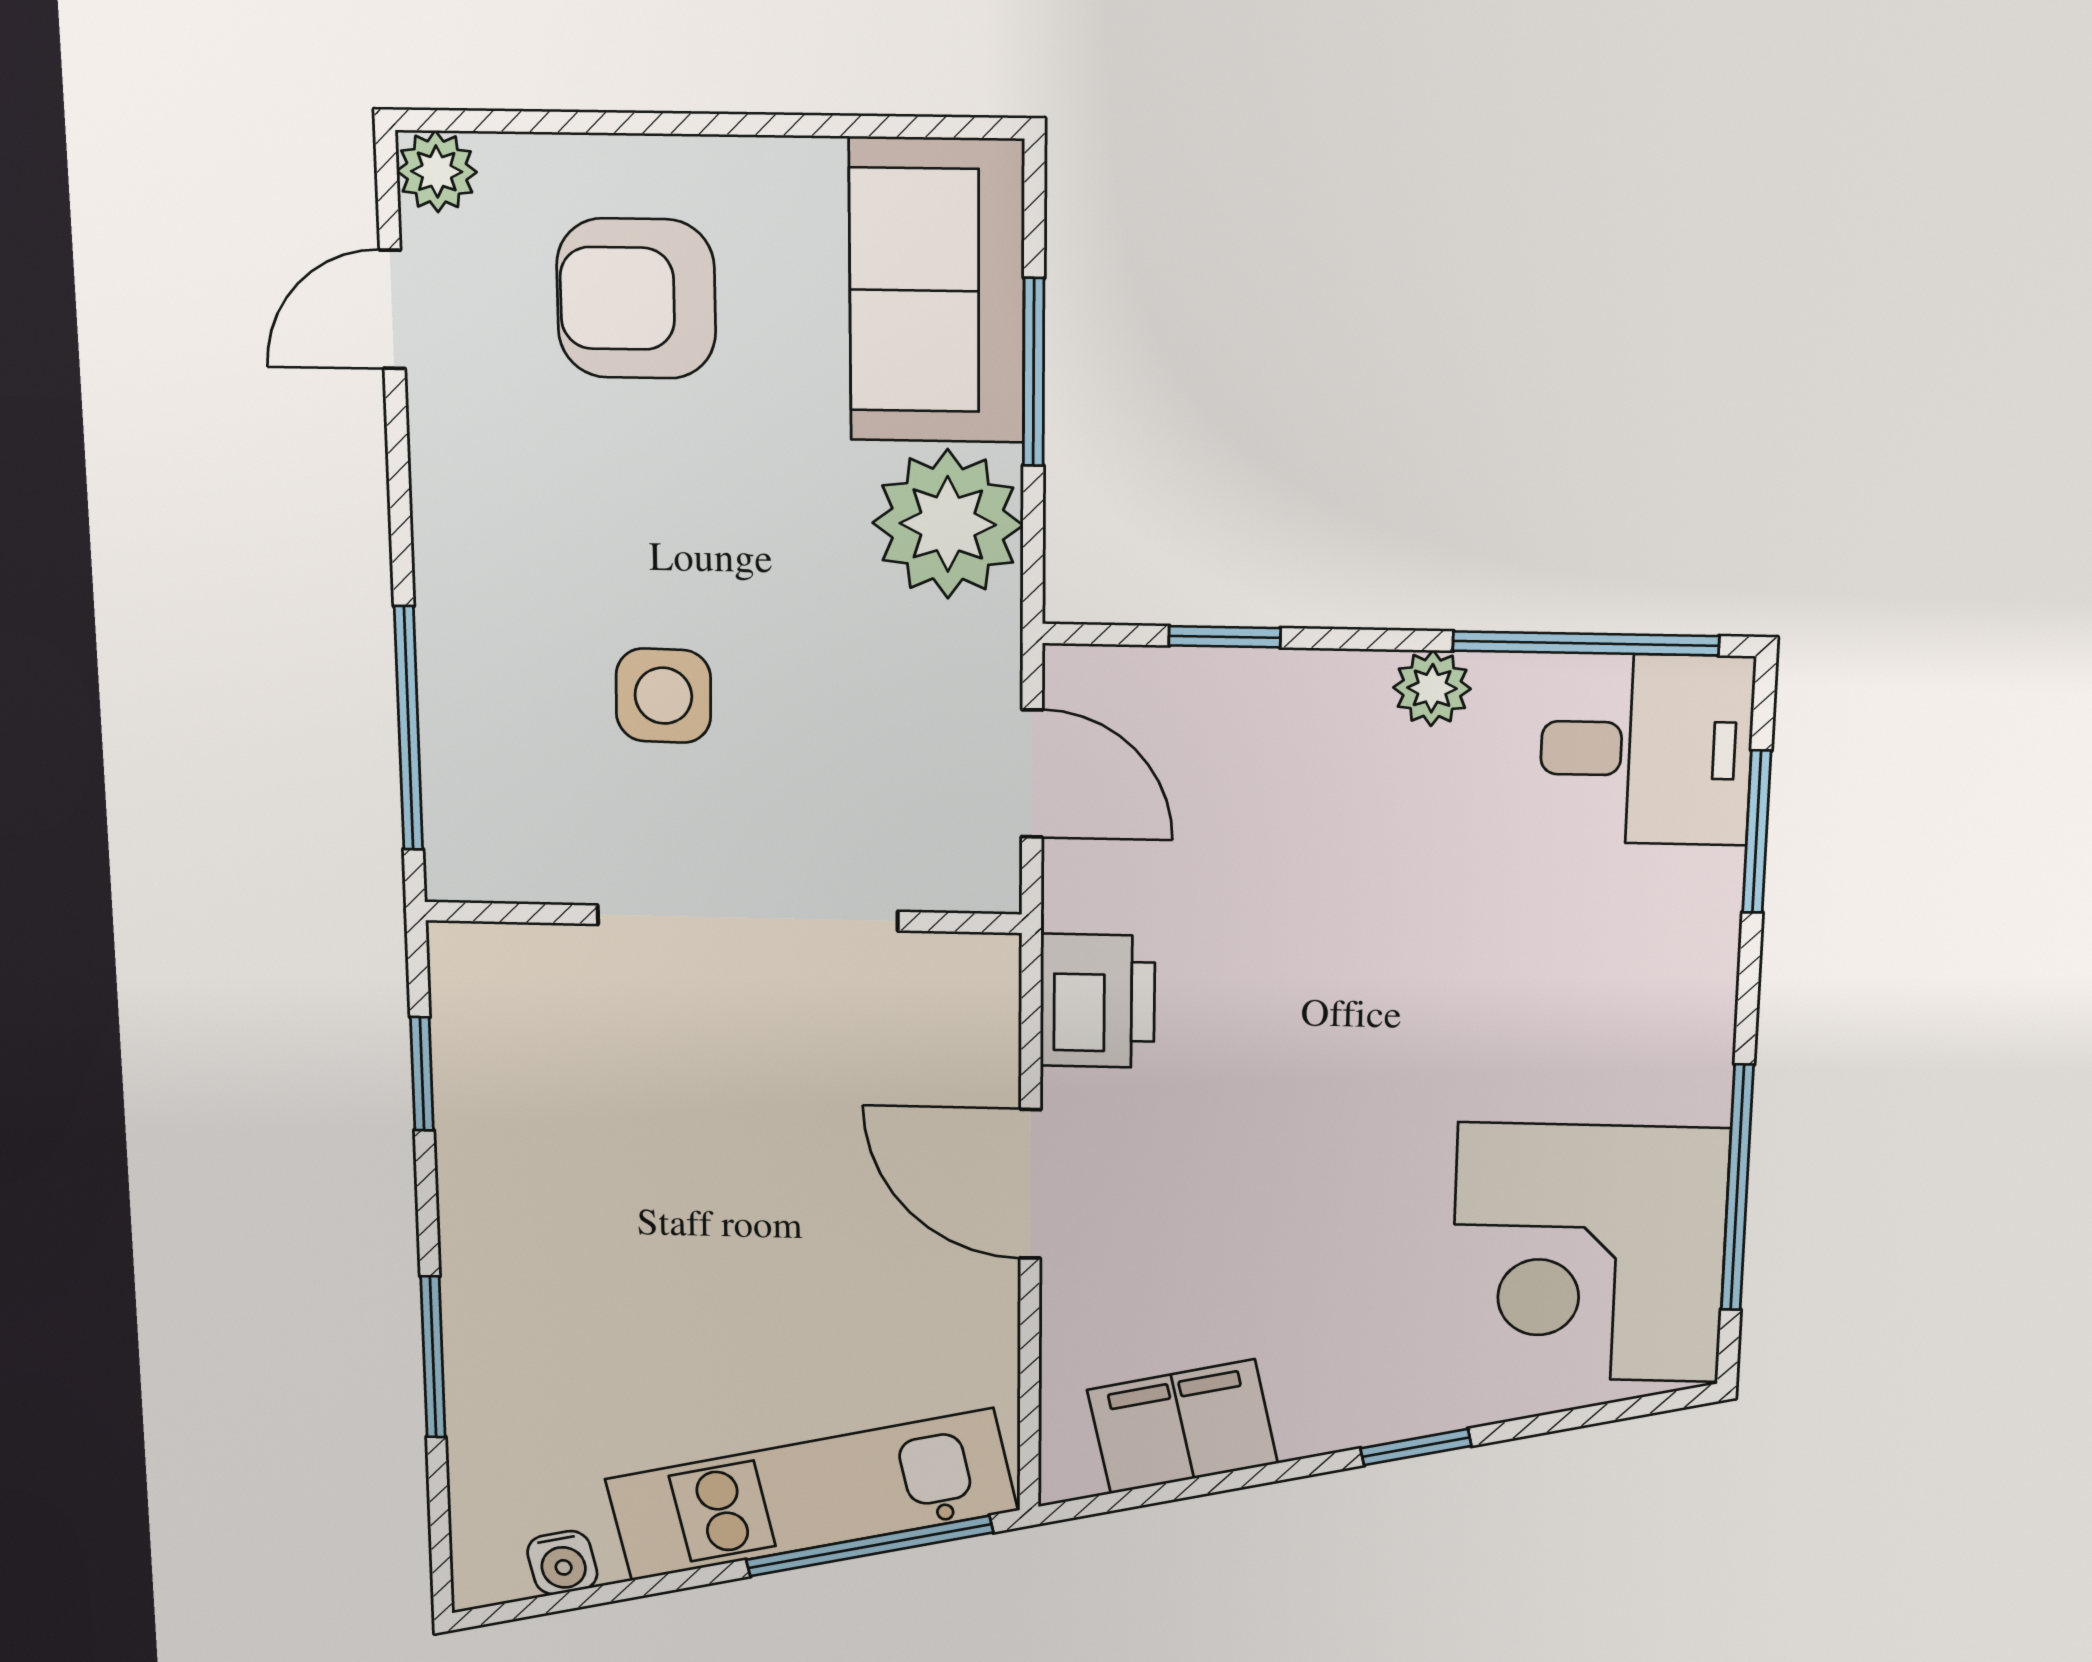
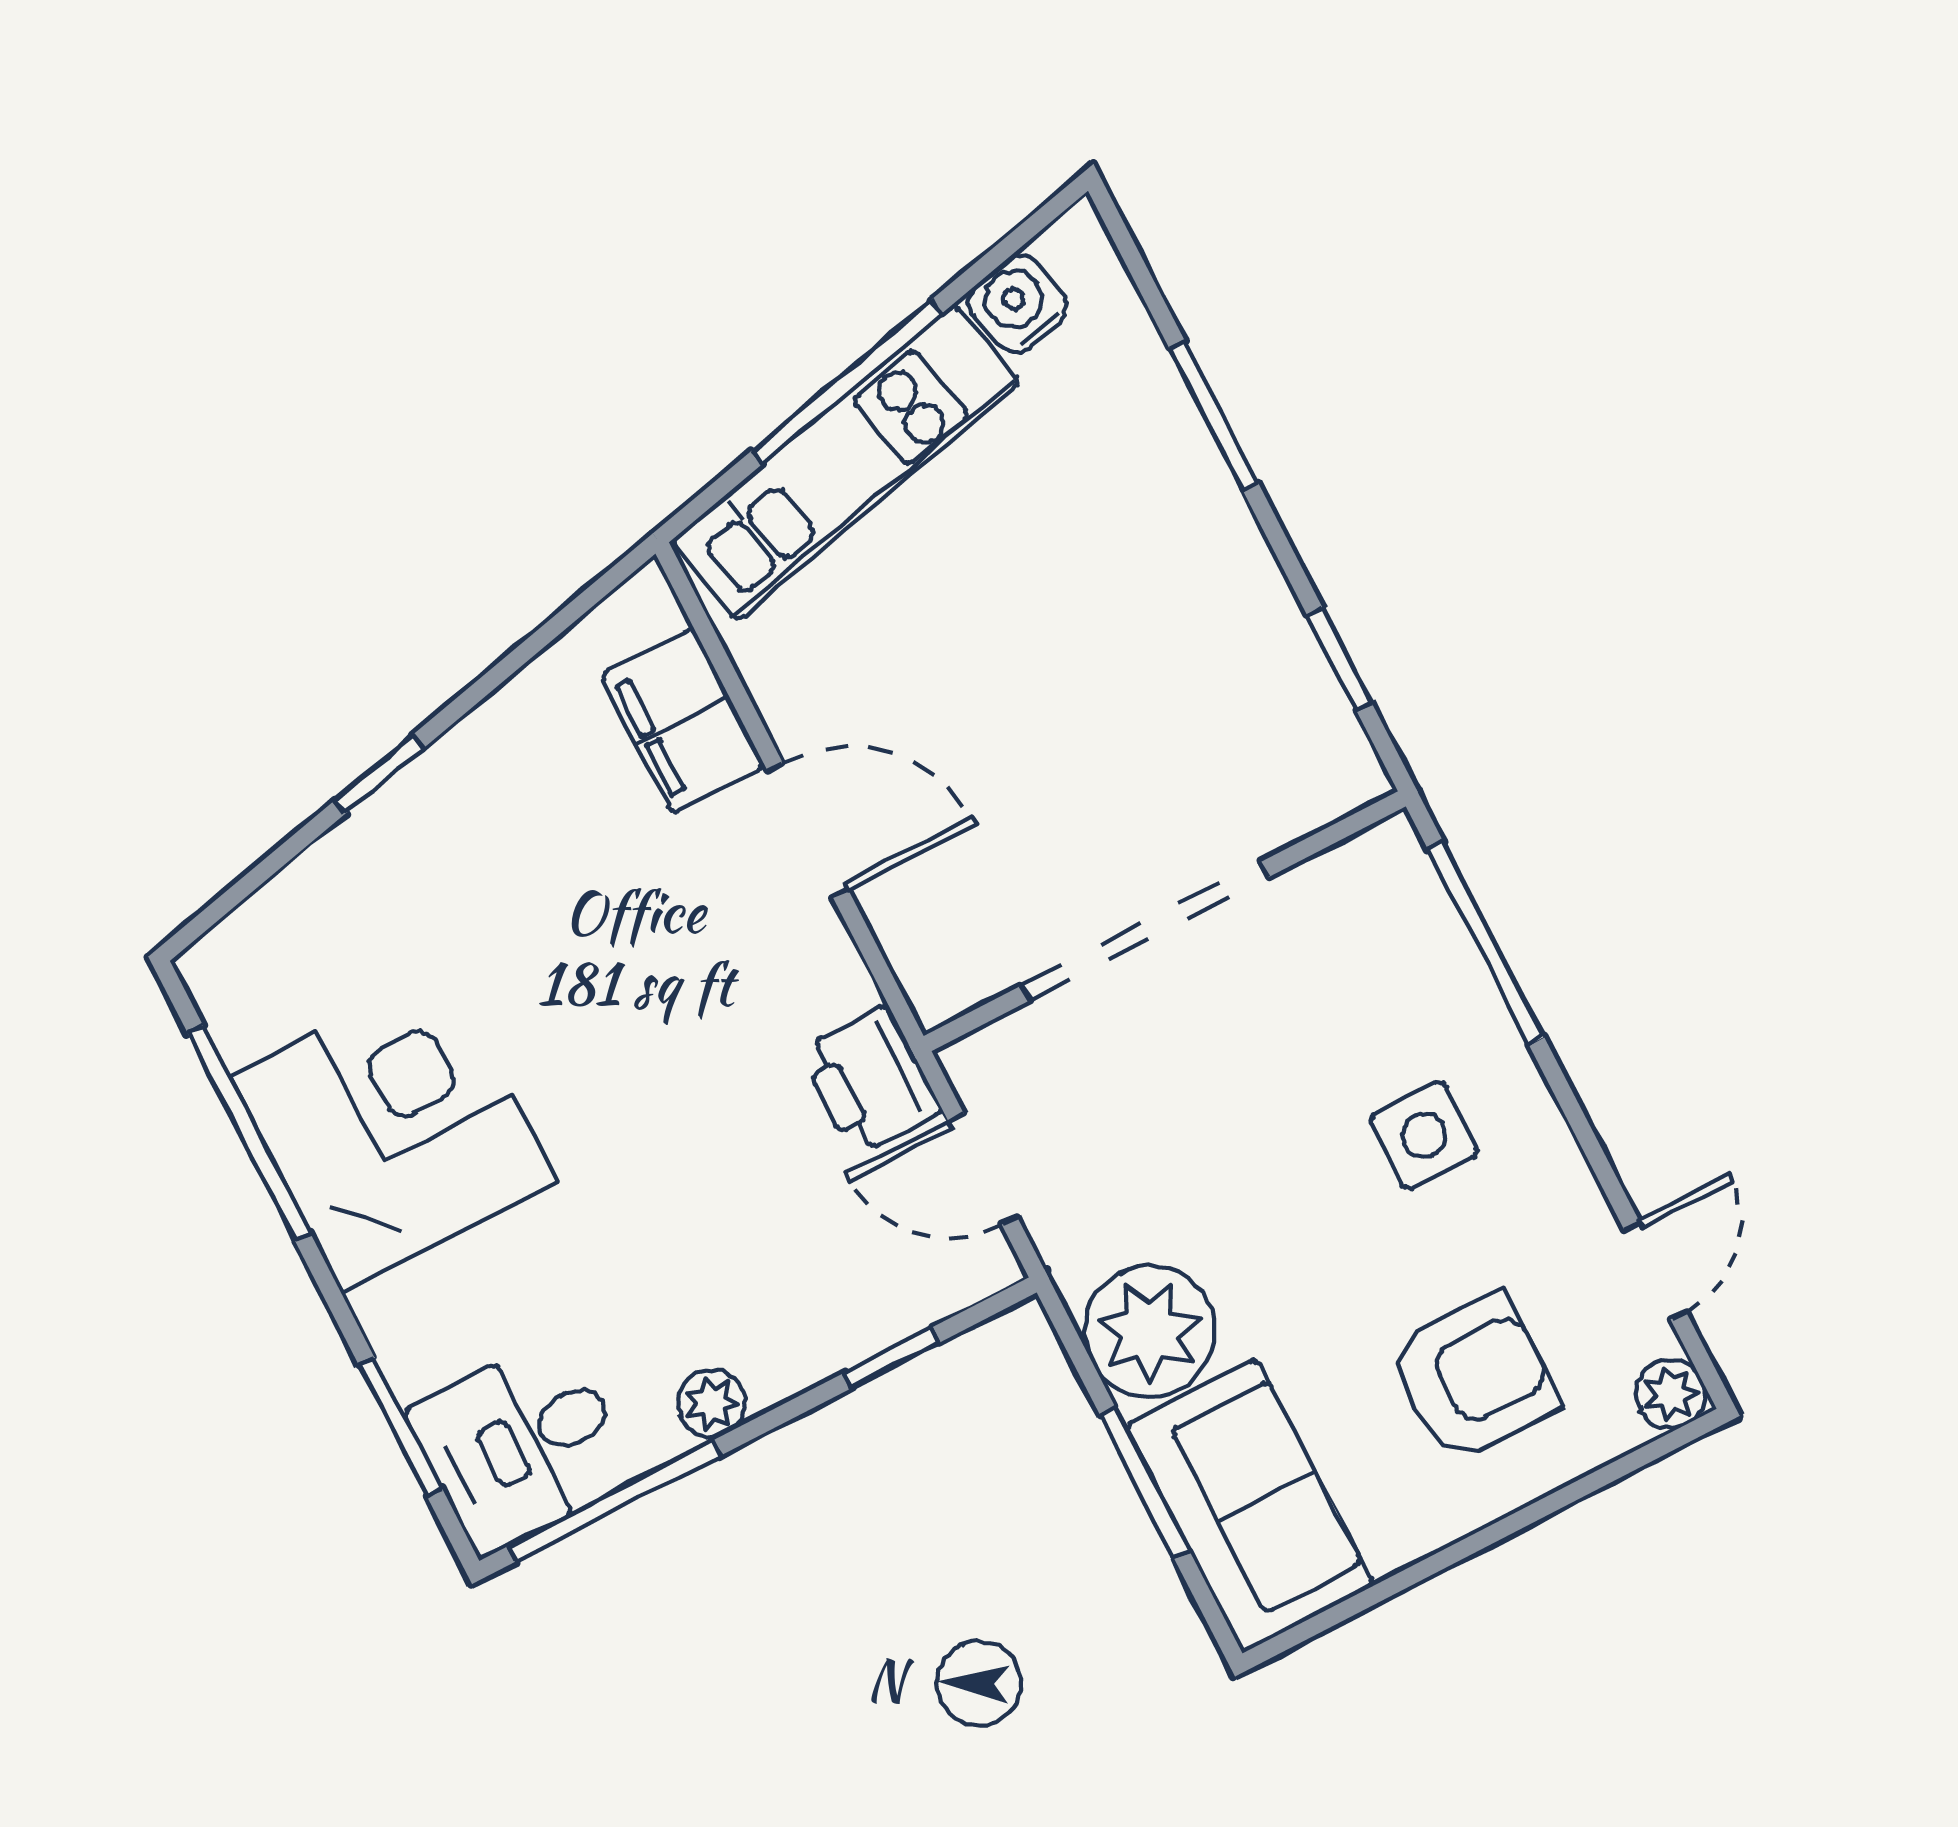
side table: (663, 696) -> (1424, 1135), moved
printer: (1097, 1001) -> (871, 1081), moved
corner desk: (1589, 1253) -> (393, 1129), moved
filing cabinet: (1183, 1427) -> (683, 721), moved, turned 103
window: (869, 1546) -> (846, 382), moved
water cooler: (562, 1563) -> (1018, 304), width x1.38, depth x1.38

